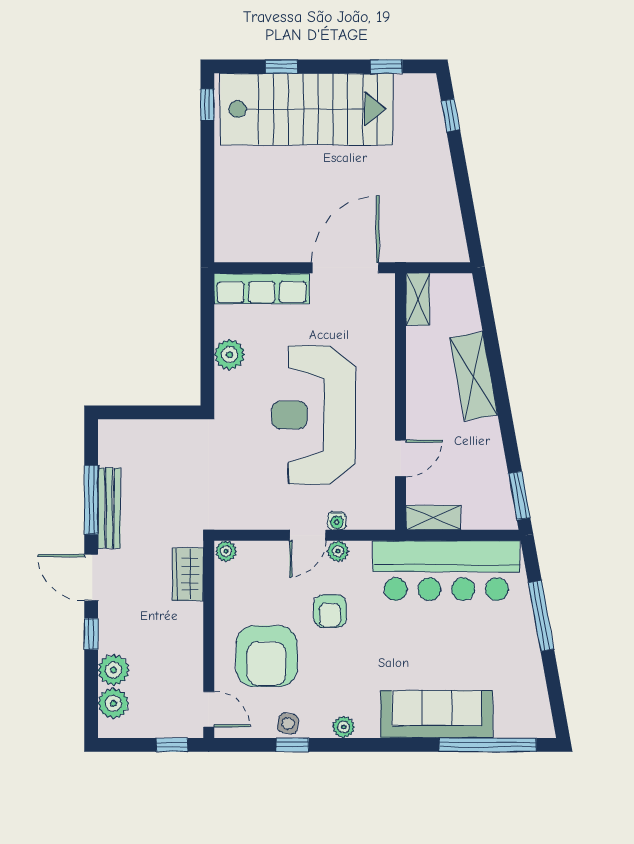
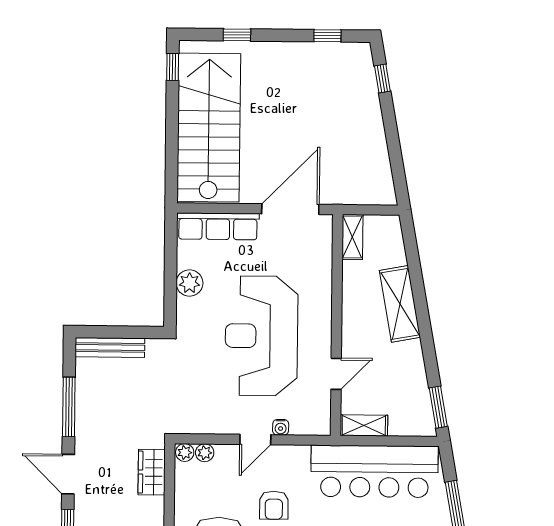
stairs: (306, 109) -> (209, 128), moved, turned -90
bench: (109, 508) -> (110, 347), moved, turned 90
plant: (338, 551) -> (205, 453), moved

